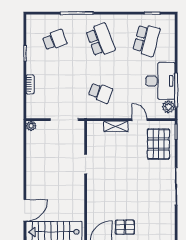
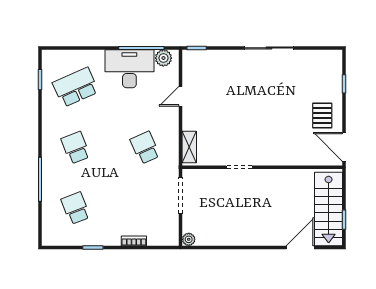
school desk: (101, 40) -> (76, 148), width x0.54
school desk: (146, 40) -> (76, 87), turned -39
school desk: (101, 93) -> (145, 148), turned -45
shelving: (116, 126) -> (189, 147), moved
pallet: (158, 144) -> (213, 71), removed
door: (25, 210) -> (300, 247), hinge flipped

